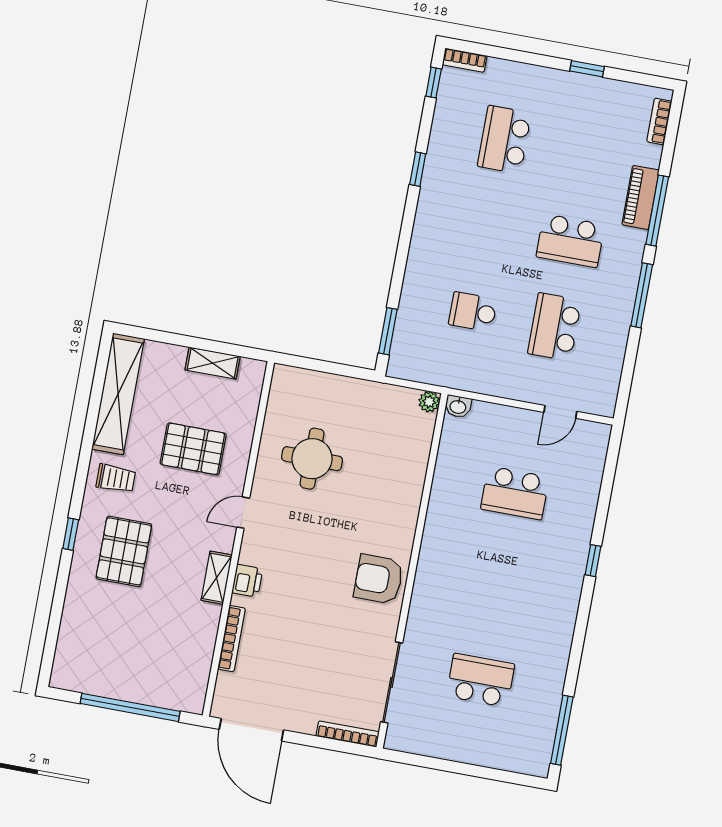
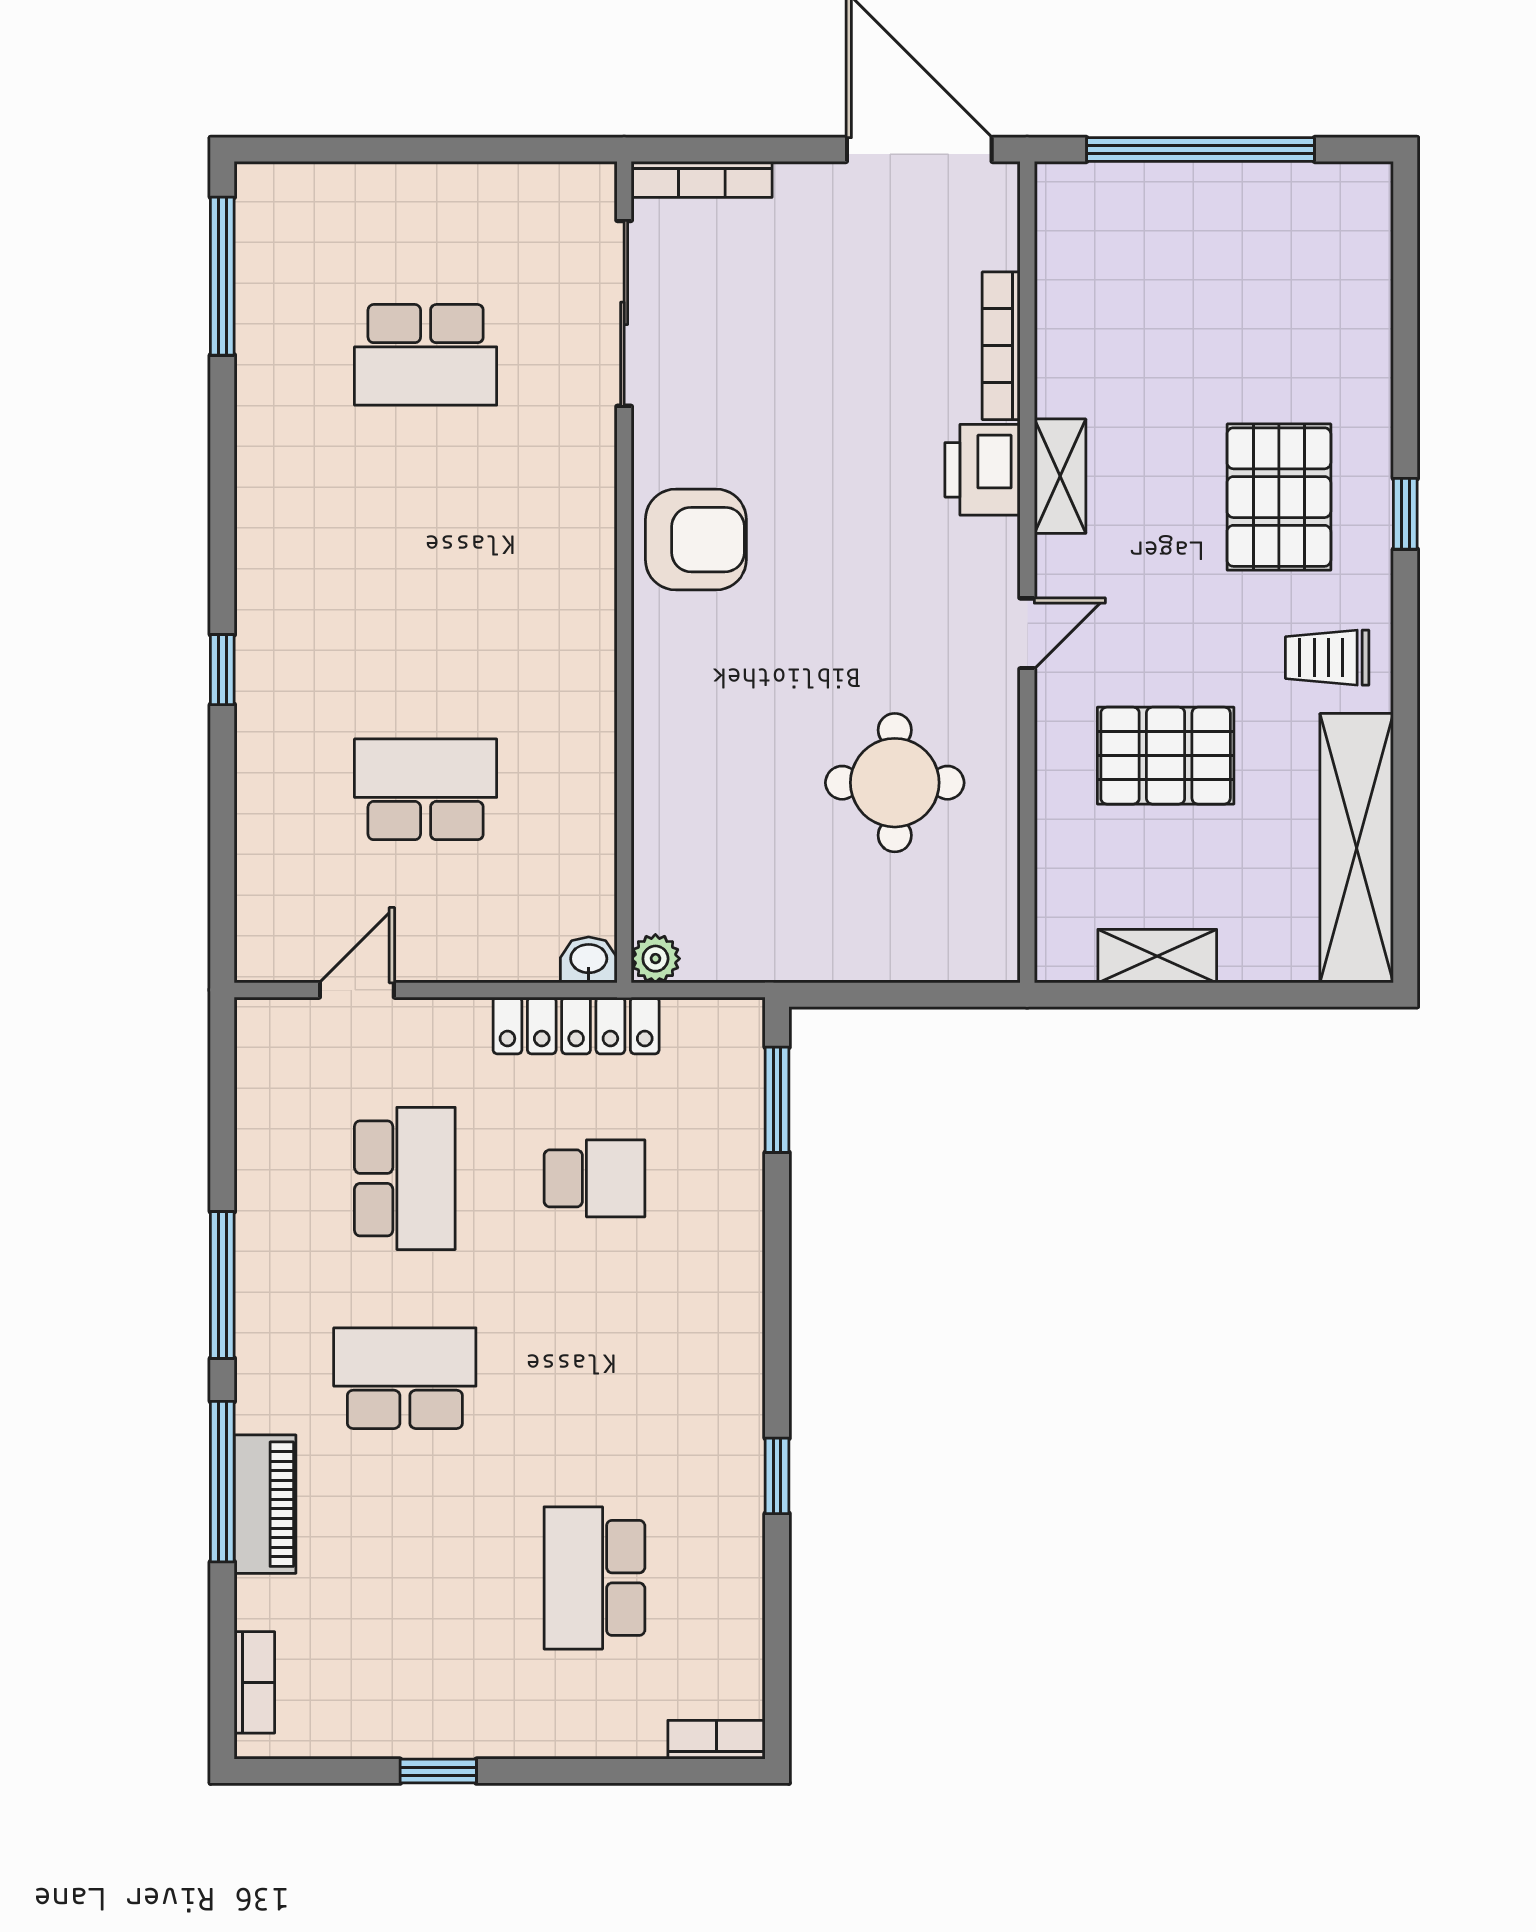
window: (434, 83) -> (777, 1677), removed
school desk: (504, 140) -> (594, 1578), turned 180
locker: (469, 379) -> (576, 1025), added
printer: (247, 581) -> (982, 470), width x1.36, depth x1.24

